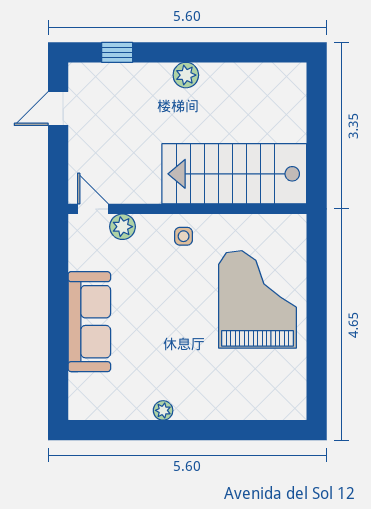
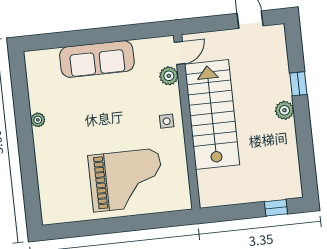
window: (117, 52) -> (298, 84), moved
window: (317, 101) -> (276, 208), added
stairs: (234, 174) -> (212, 114), moved

